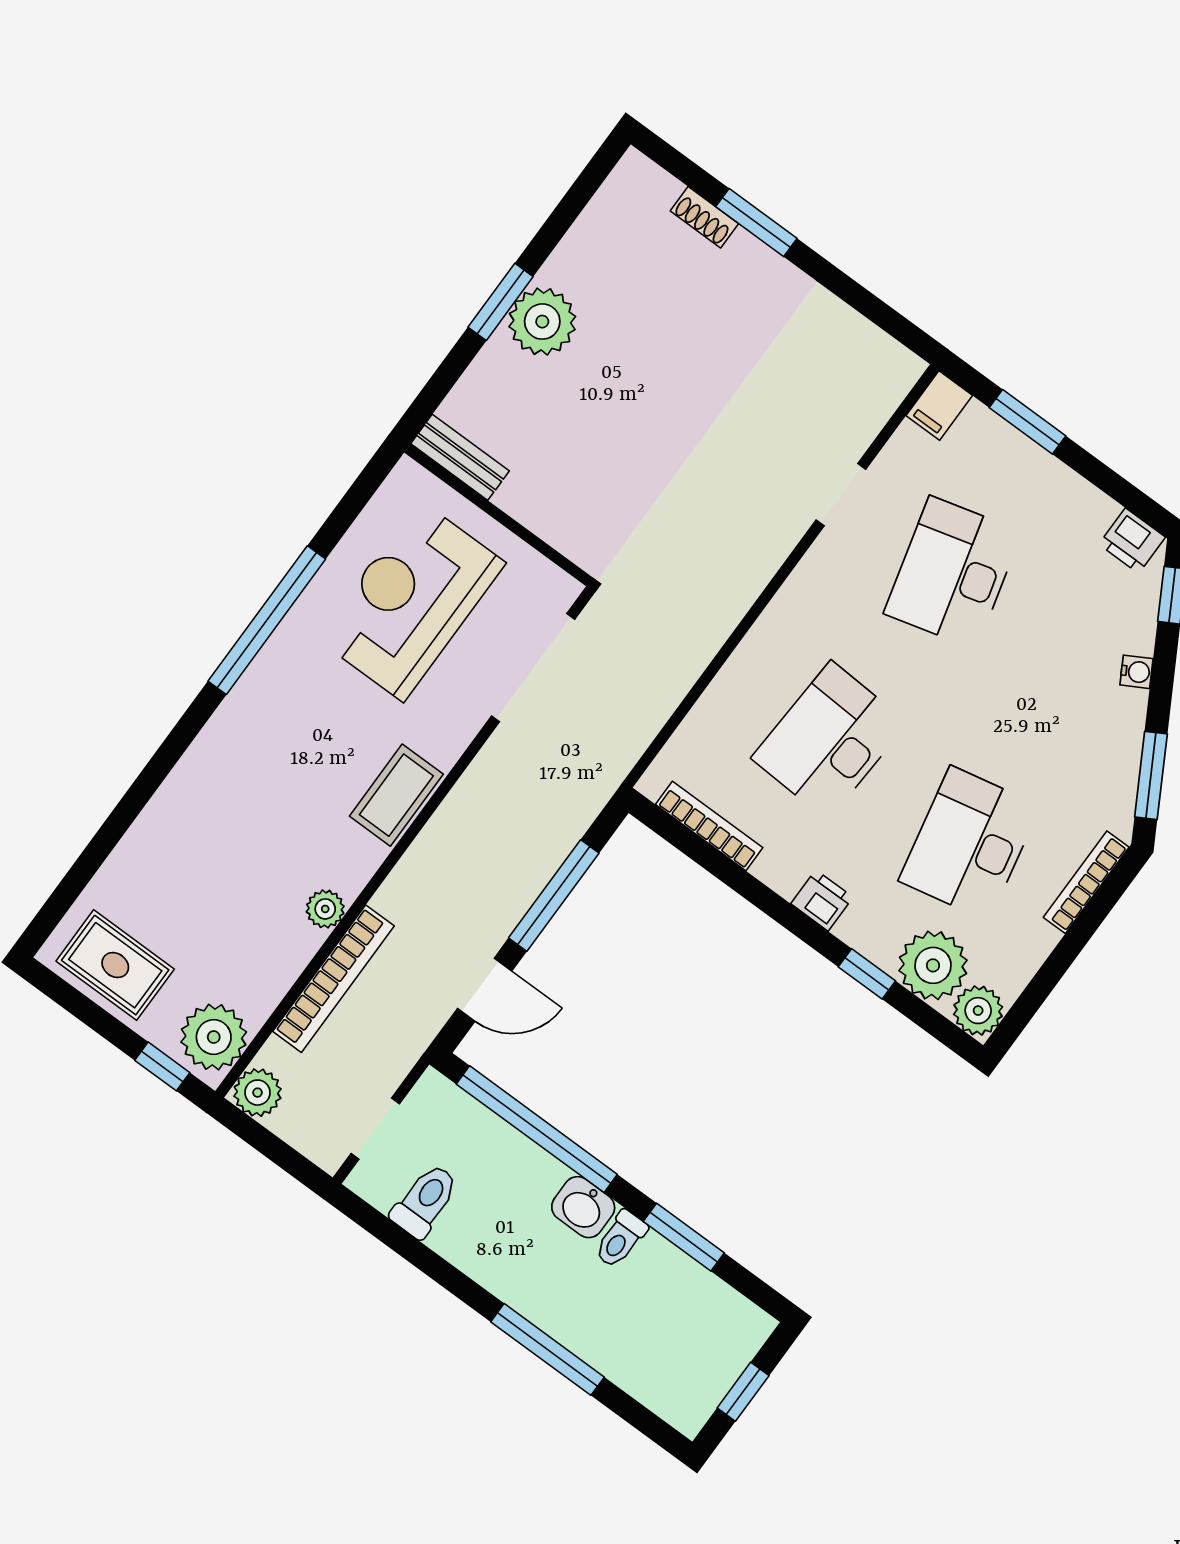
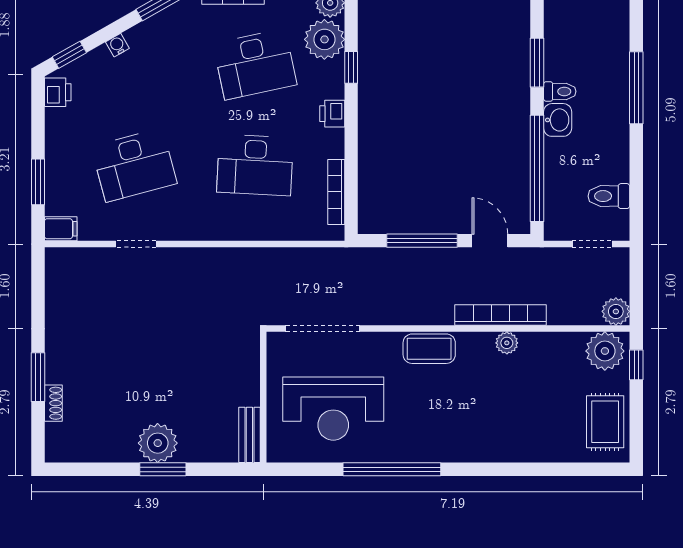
bookcase: (333, 979) -> (501, 315), moved

